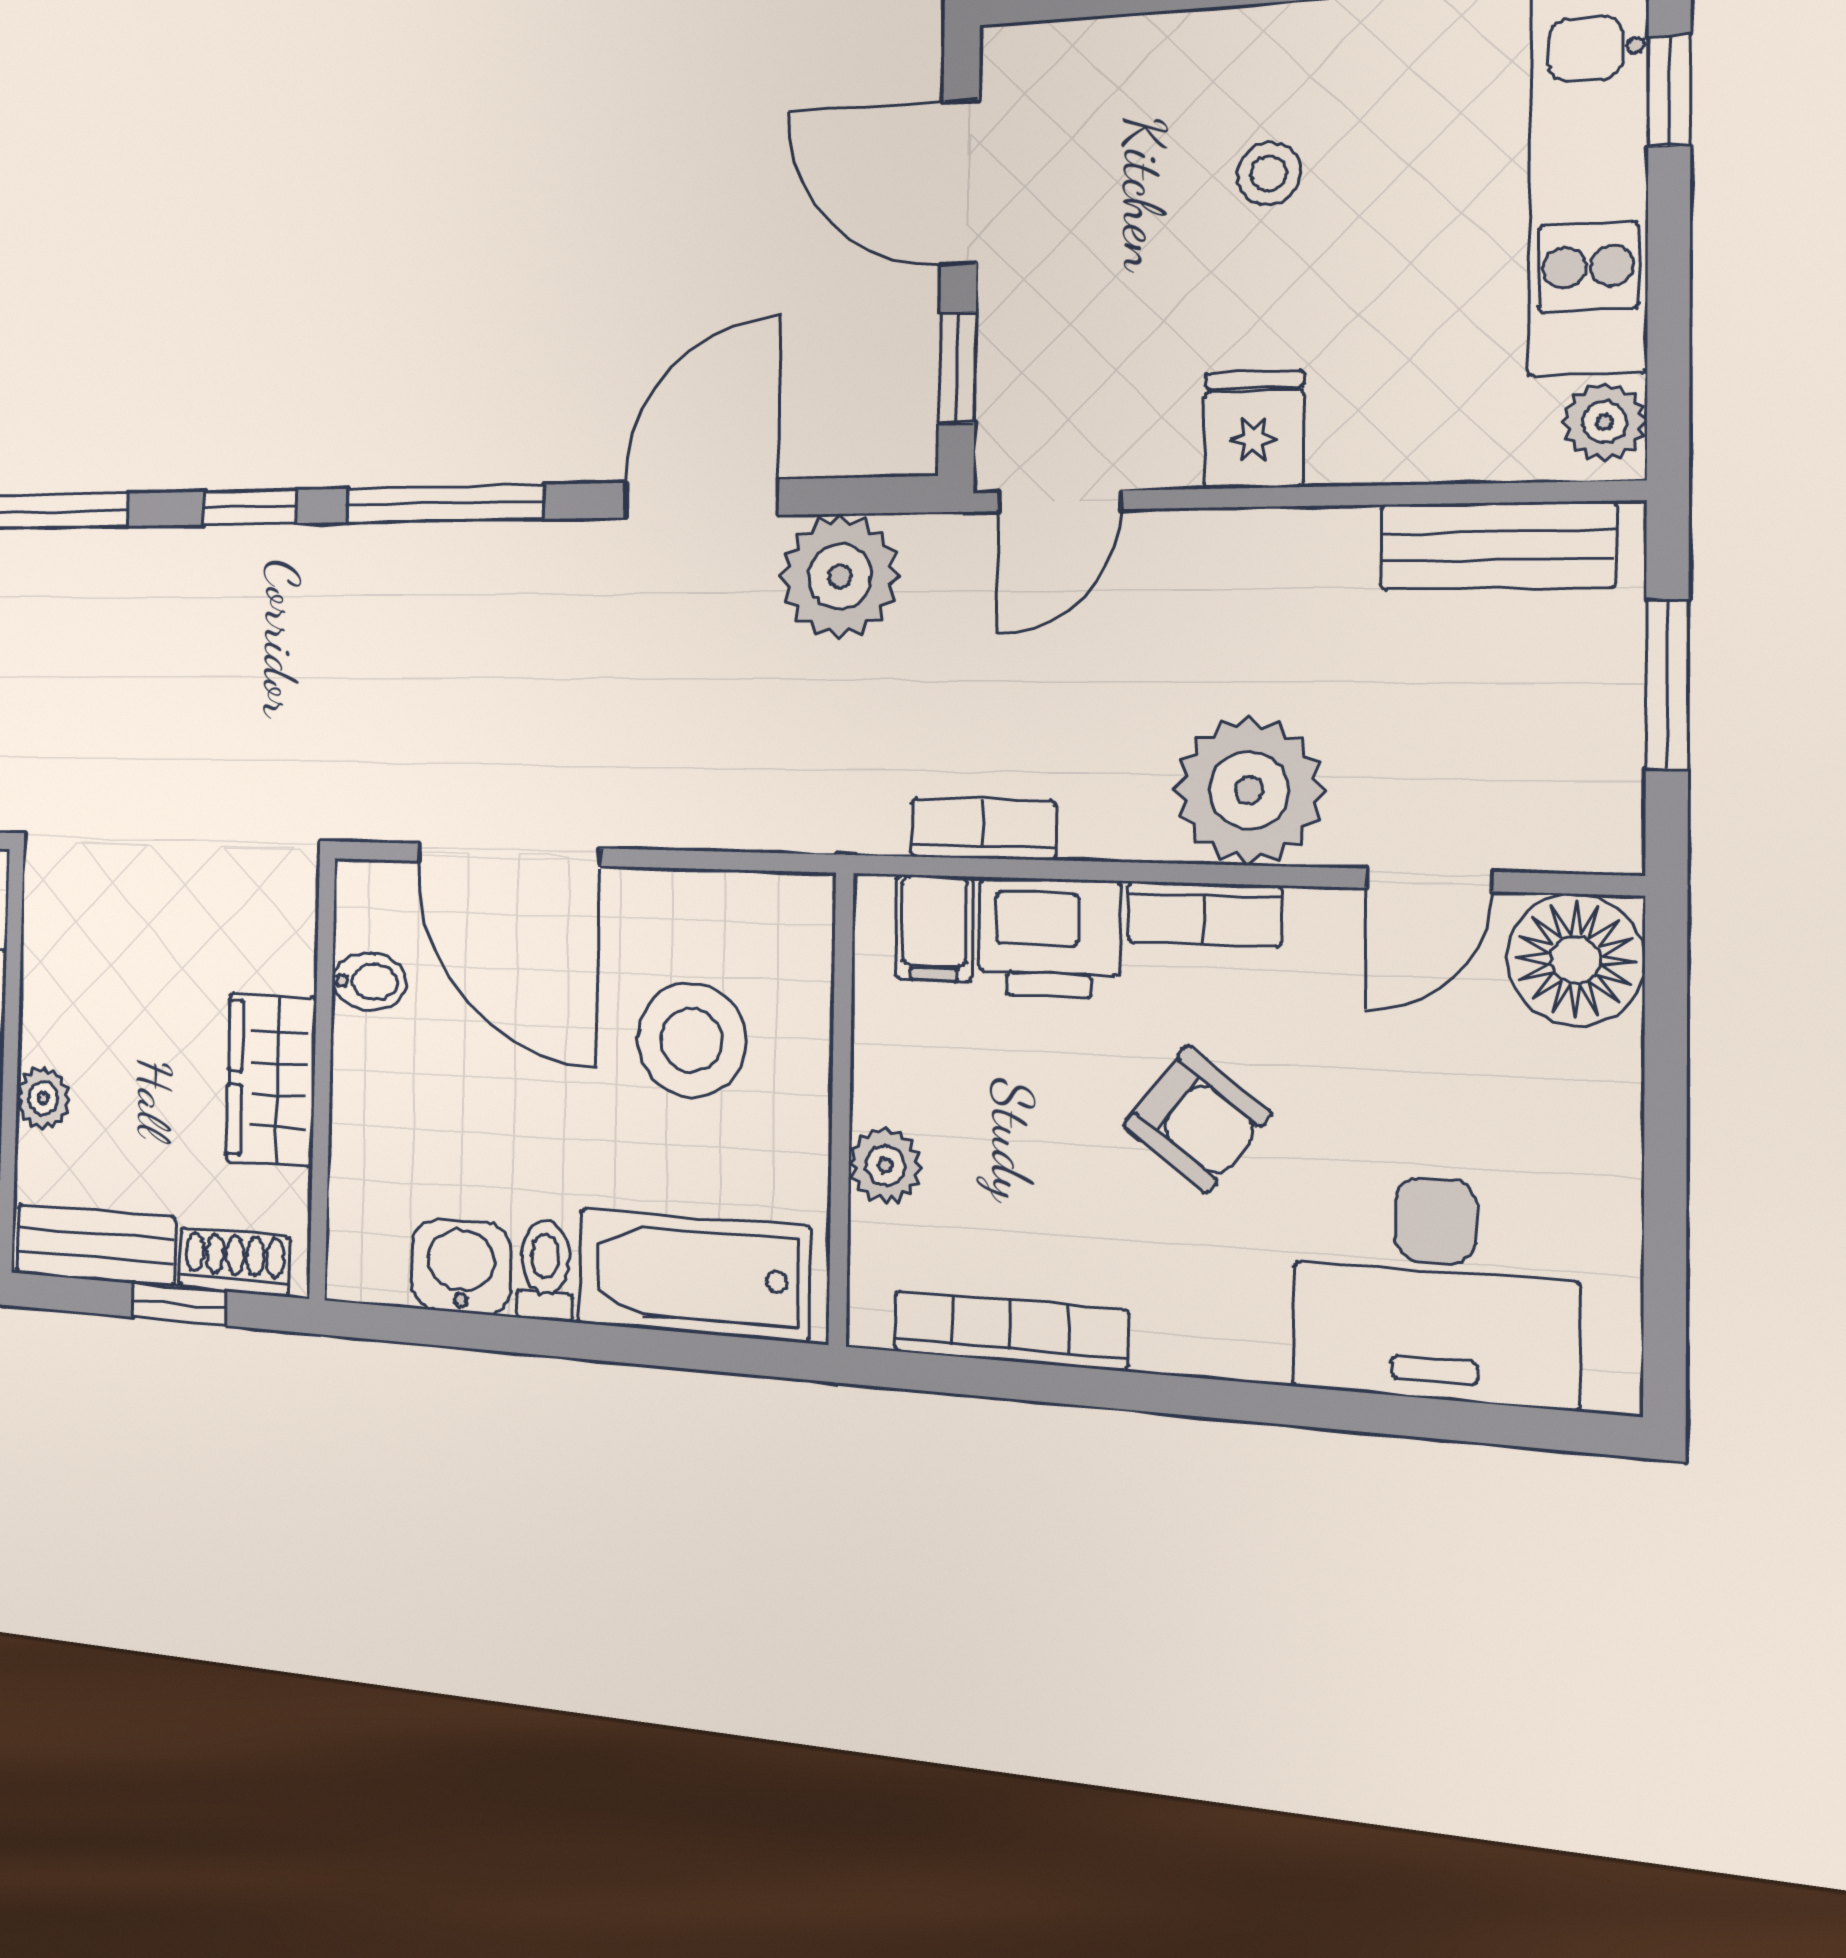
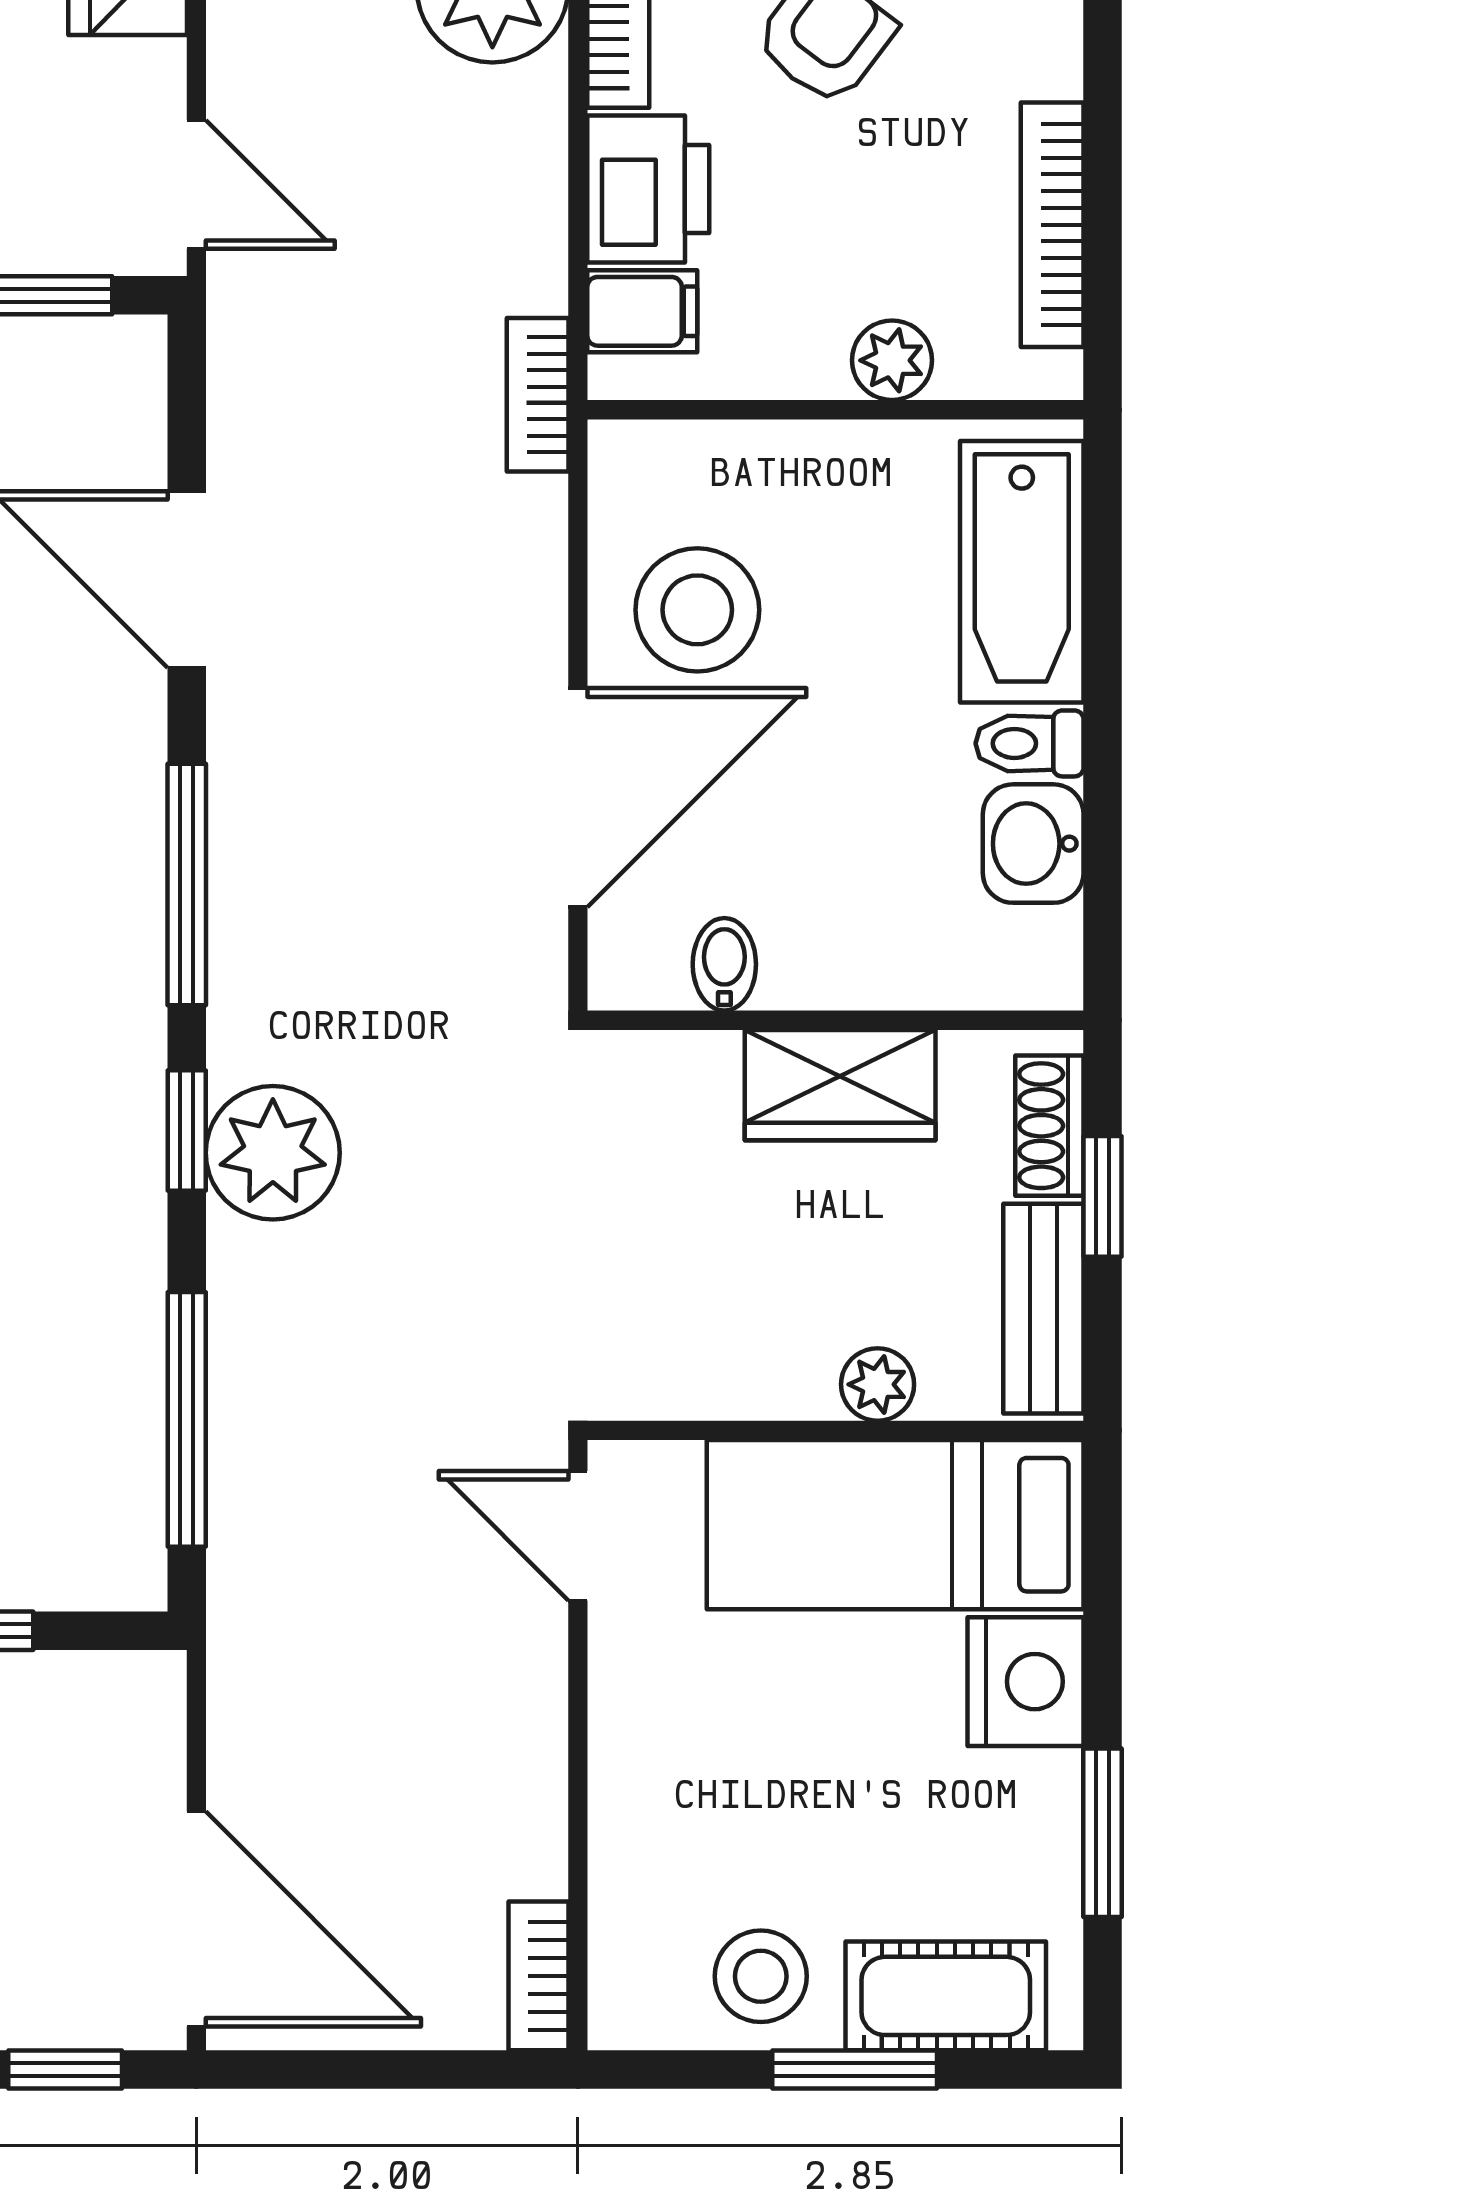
plant: (840, 576) -> (273, 1153), moved
bookcase: (983, 829) -> (538, 395), moved
stool: (692, 1040) -> (697, 610), moved

